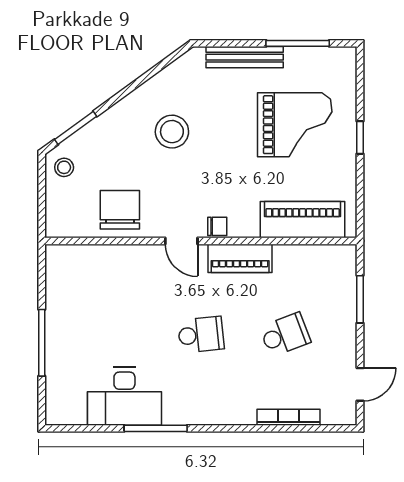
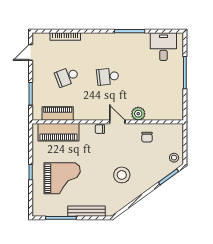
grand piano: (295, 125) -> (62, 178), turned 180
chair: (120, 210) -> (147, 137), width x0.54, depth x0.54
plant: (138, 258) -> (138, 114), added
piano: (240, 258) -> (58, 114), moved
desk: (124, 396) -> (163, 47), moved, width x0.73

